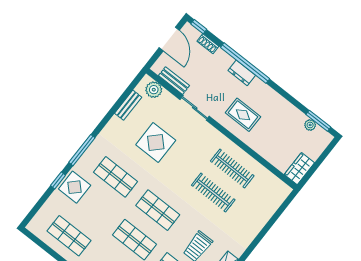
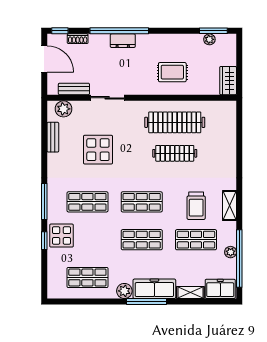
rug: (243, 115) -> (172, 72), moved
clothes rail: (232, 168) -> (175, 122), width x1.37, depth x1.31

